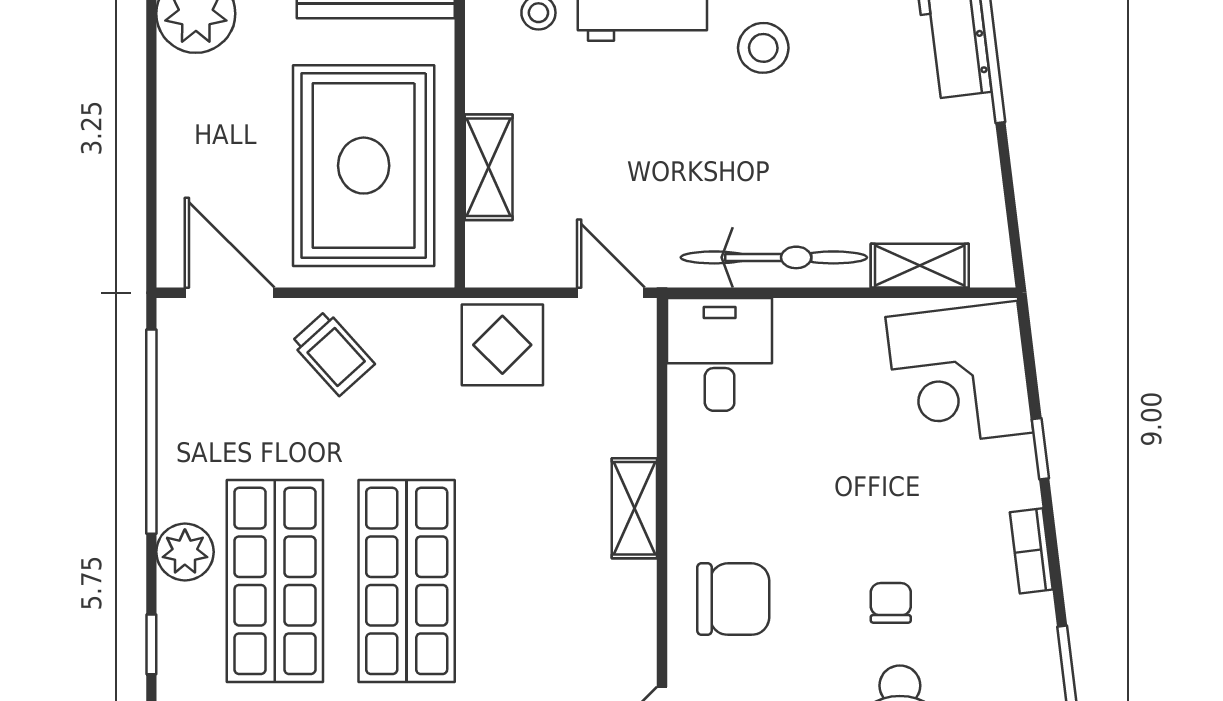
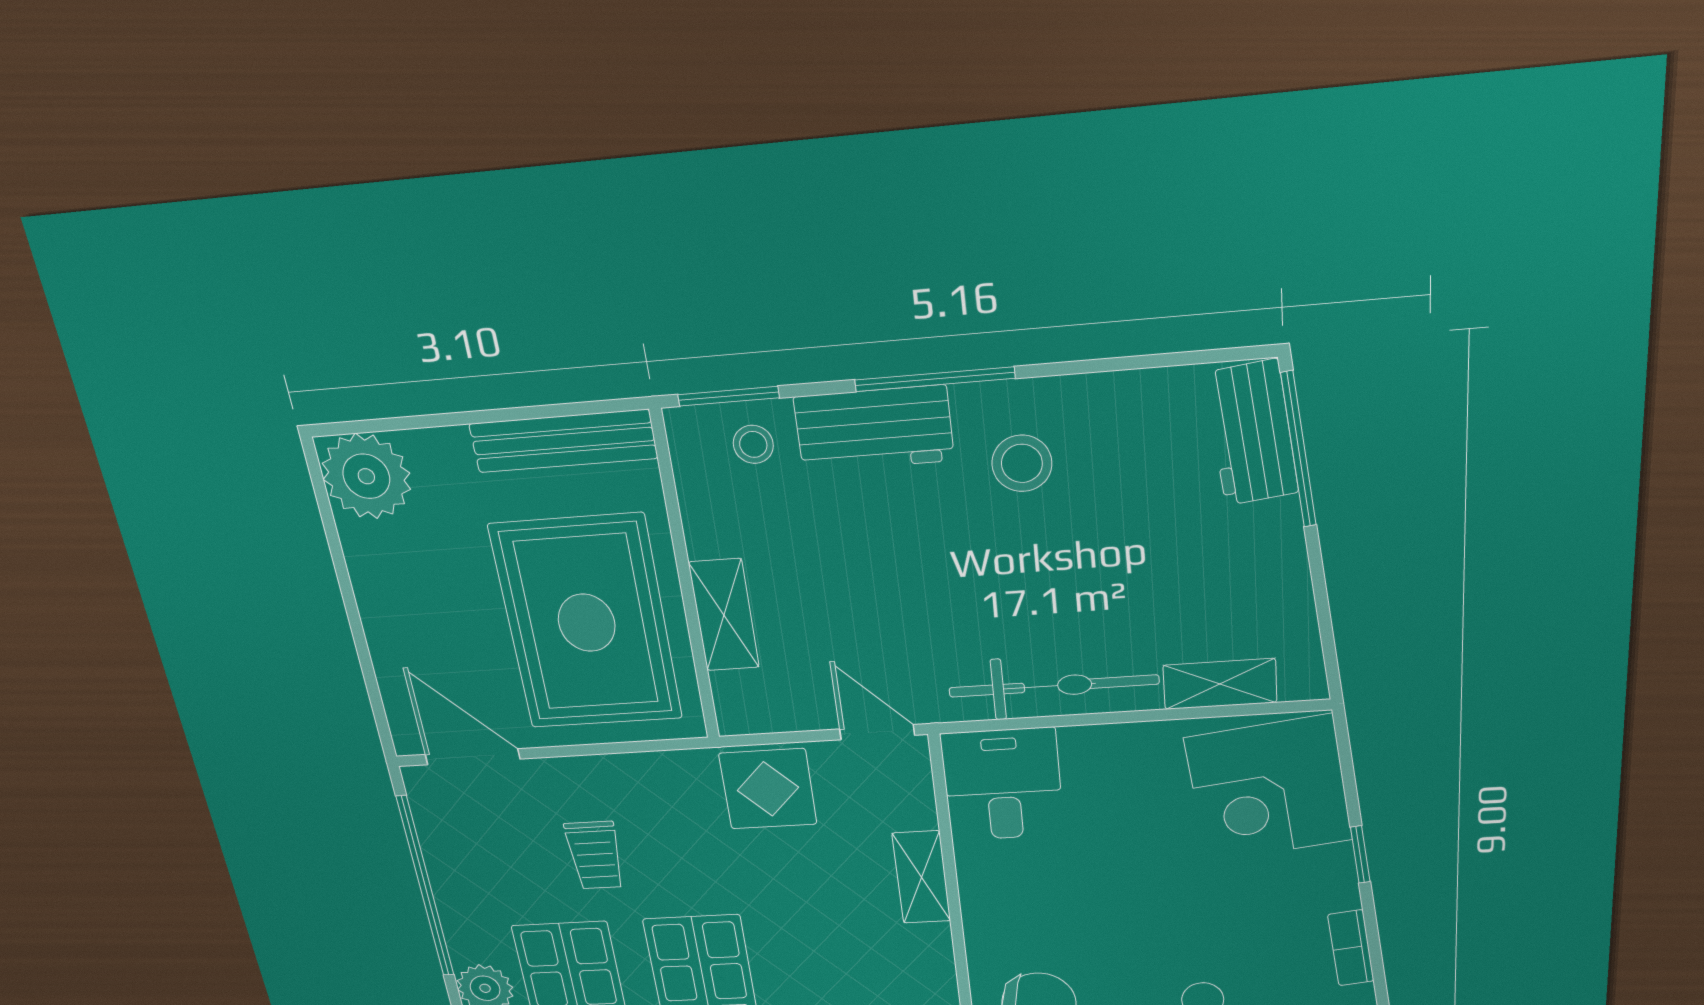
trolley: (333, 353) -> (595, 855), moved, turned 42
shelving: (634, 508) -> (922, 877), moved

